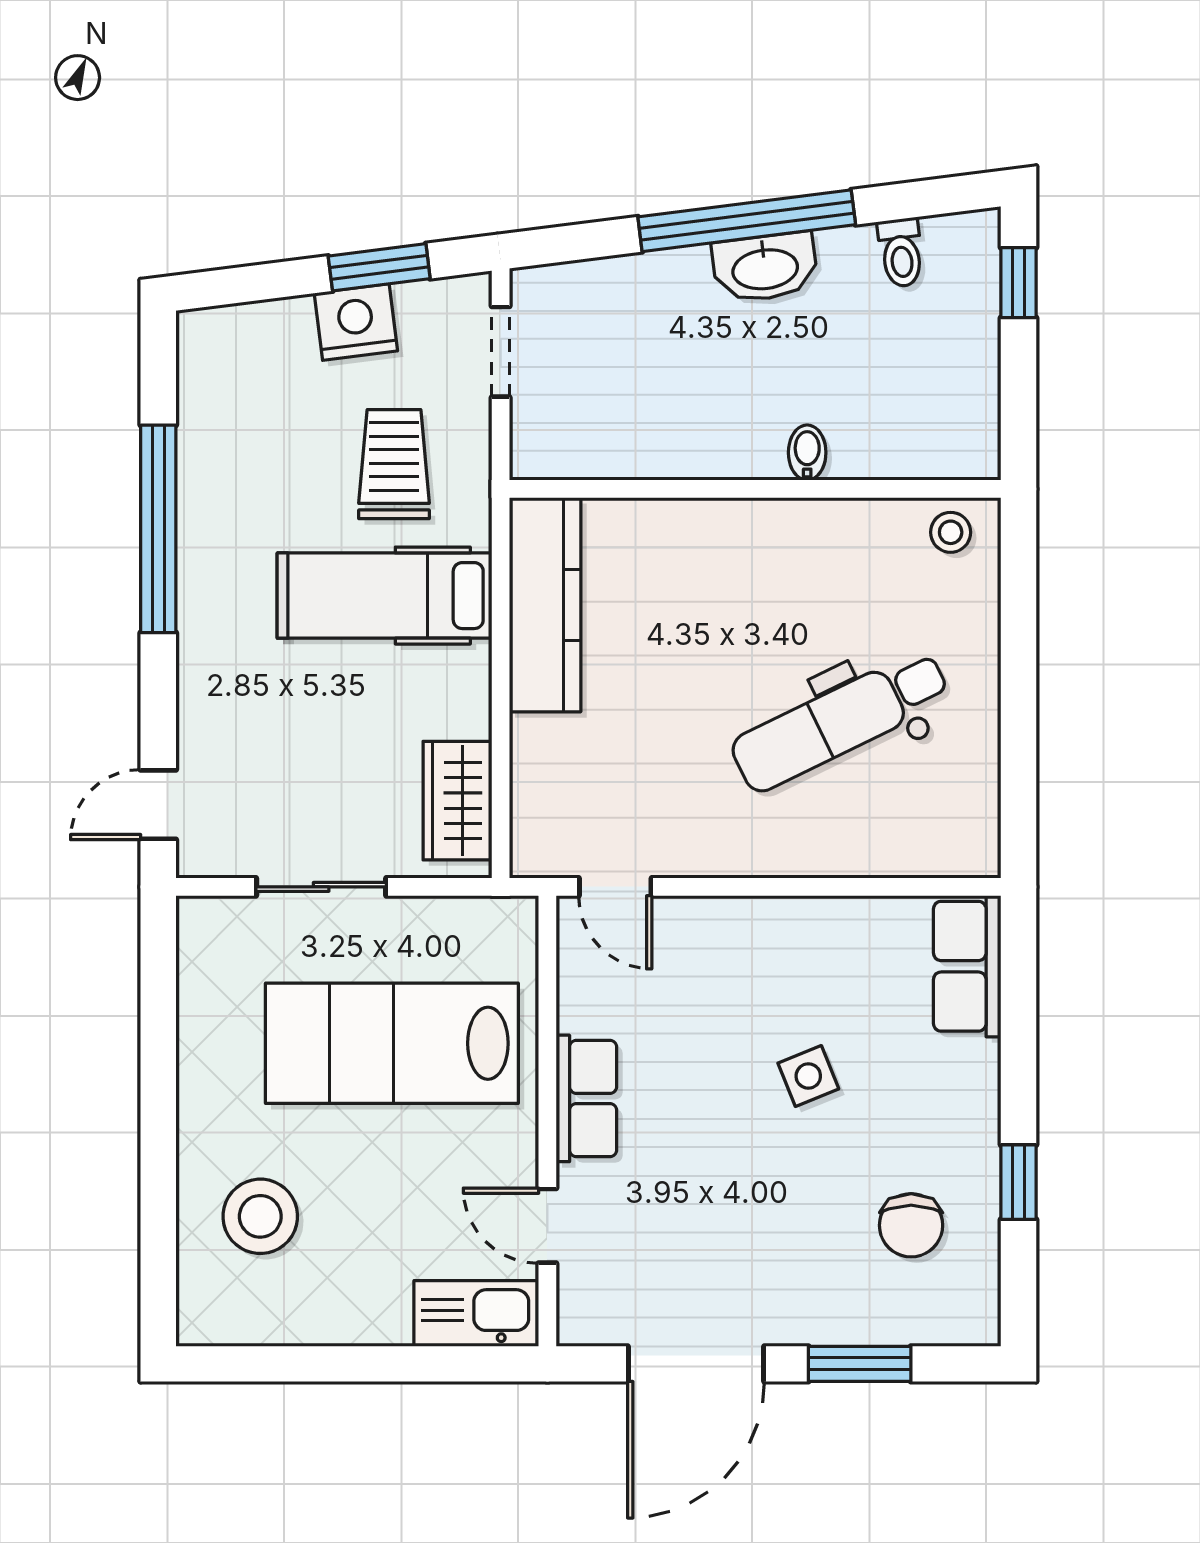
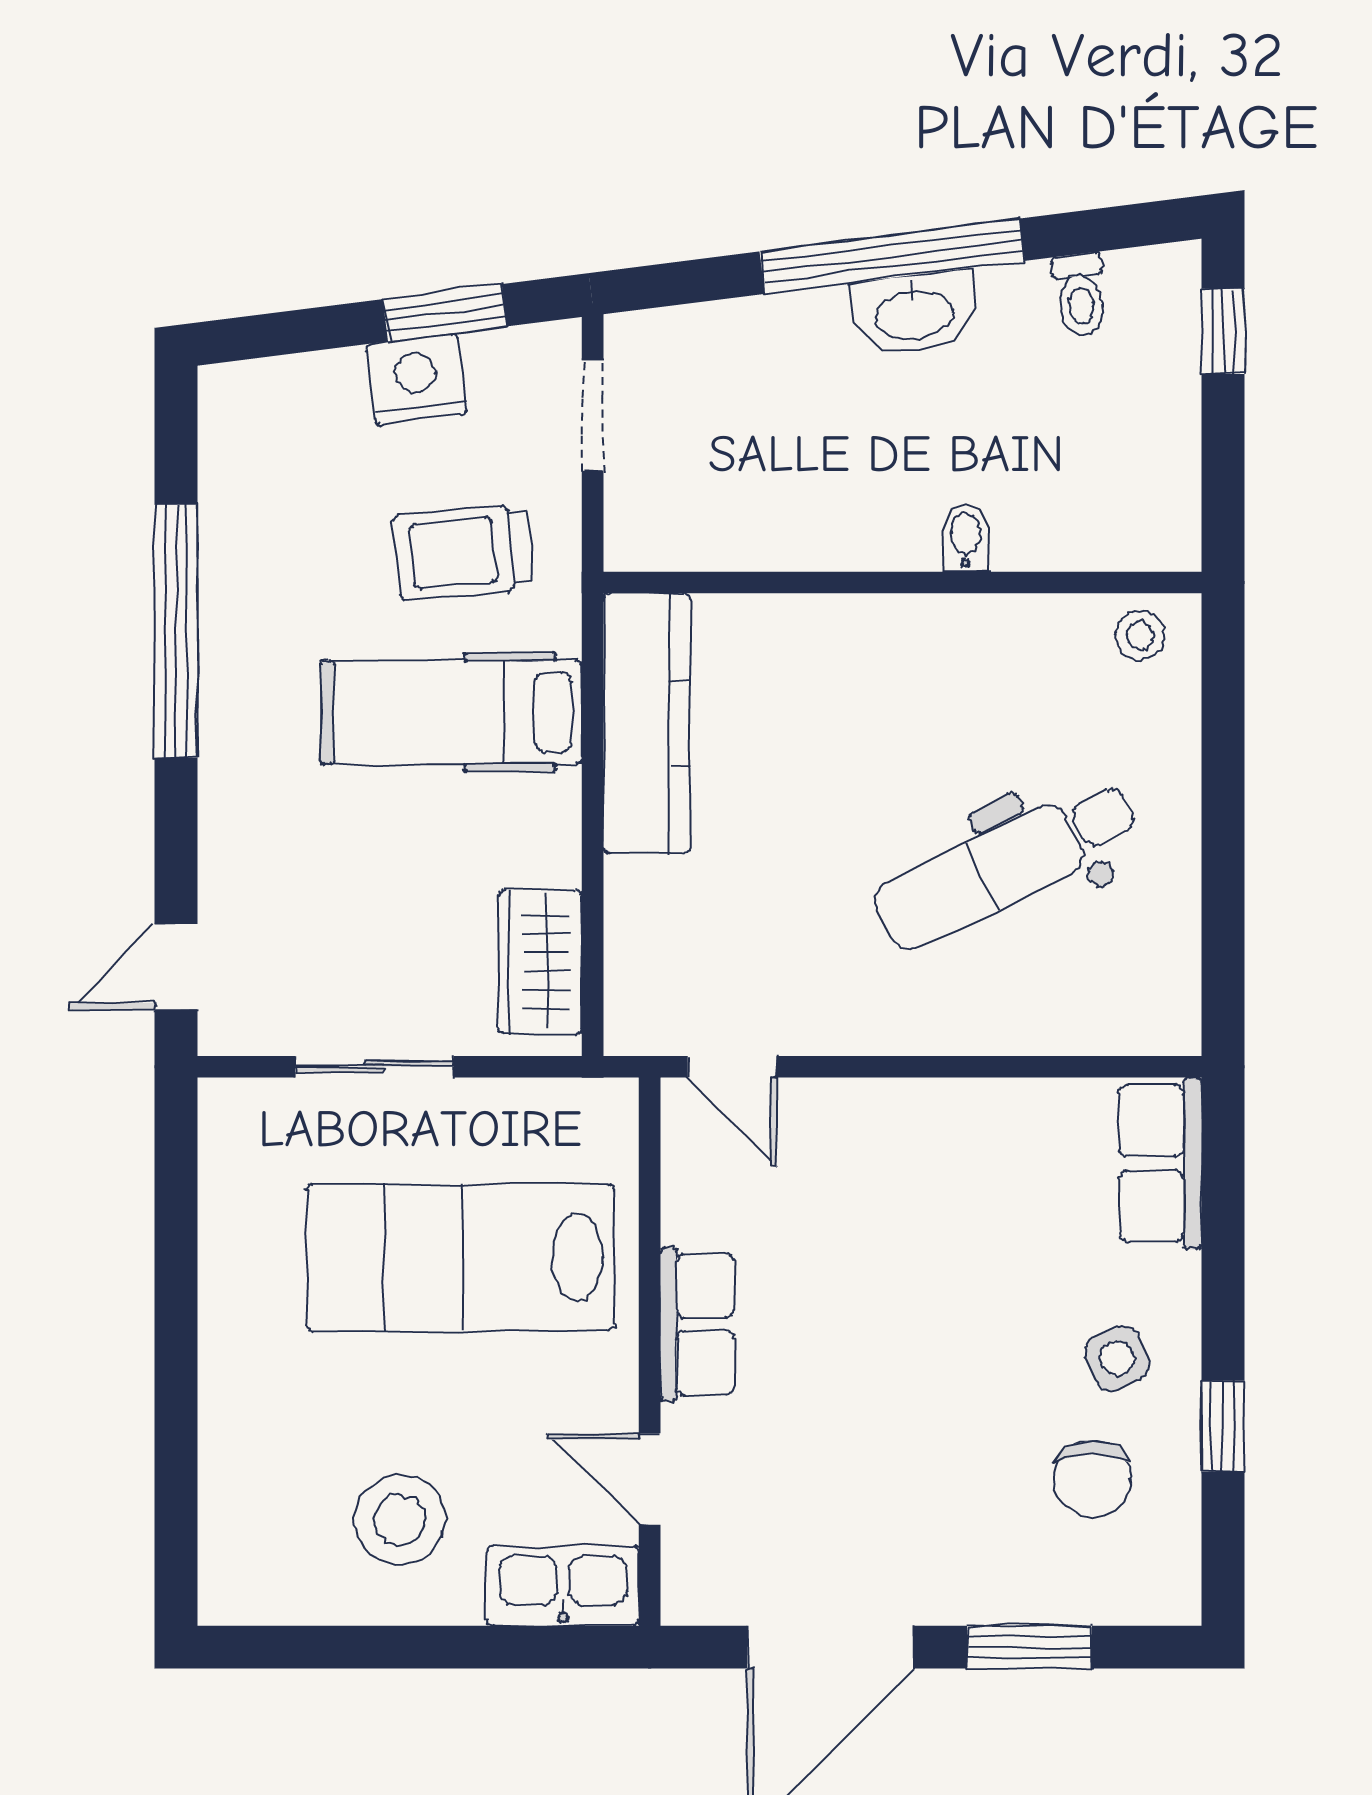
trolley: (394, 464) -> (463, 552), turned -95
side table: (808, 1076) -> (1117, 1359), moved
stool: (260, 1216) -> (400, 1520), moved

